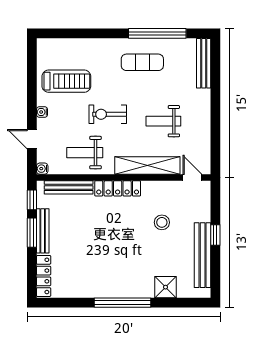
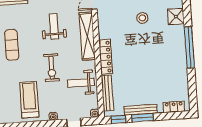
weight bench: (163, 121) -> (54, 26), turned 180
weight bench: (85, 153) -> (81, 83), turned 90
stool: (162, 222) -> (142, 18), moved
locker: (44, 276) -> (174, 107), width x0.66

